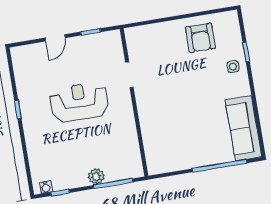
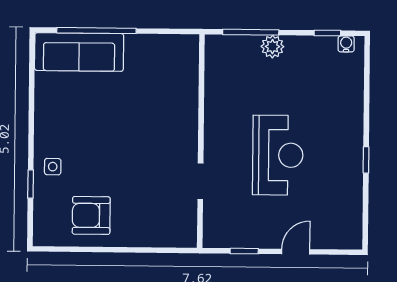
armchair: (200, 38) -> (91, 215), turned -90
reception desk: (79, 102) -> (278, 155), turned -90
sofa: (244, 128) -> (79, 52), moved, turned 90

